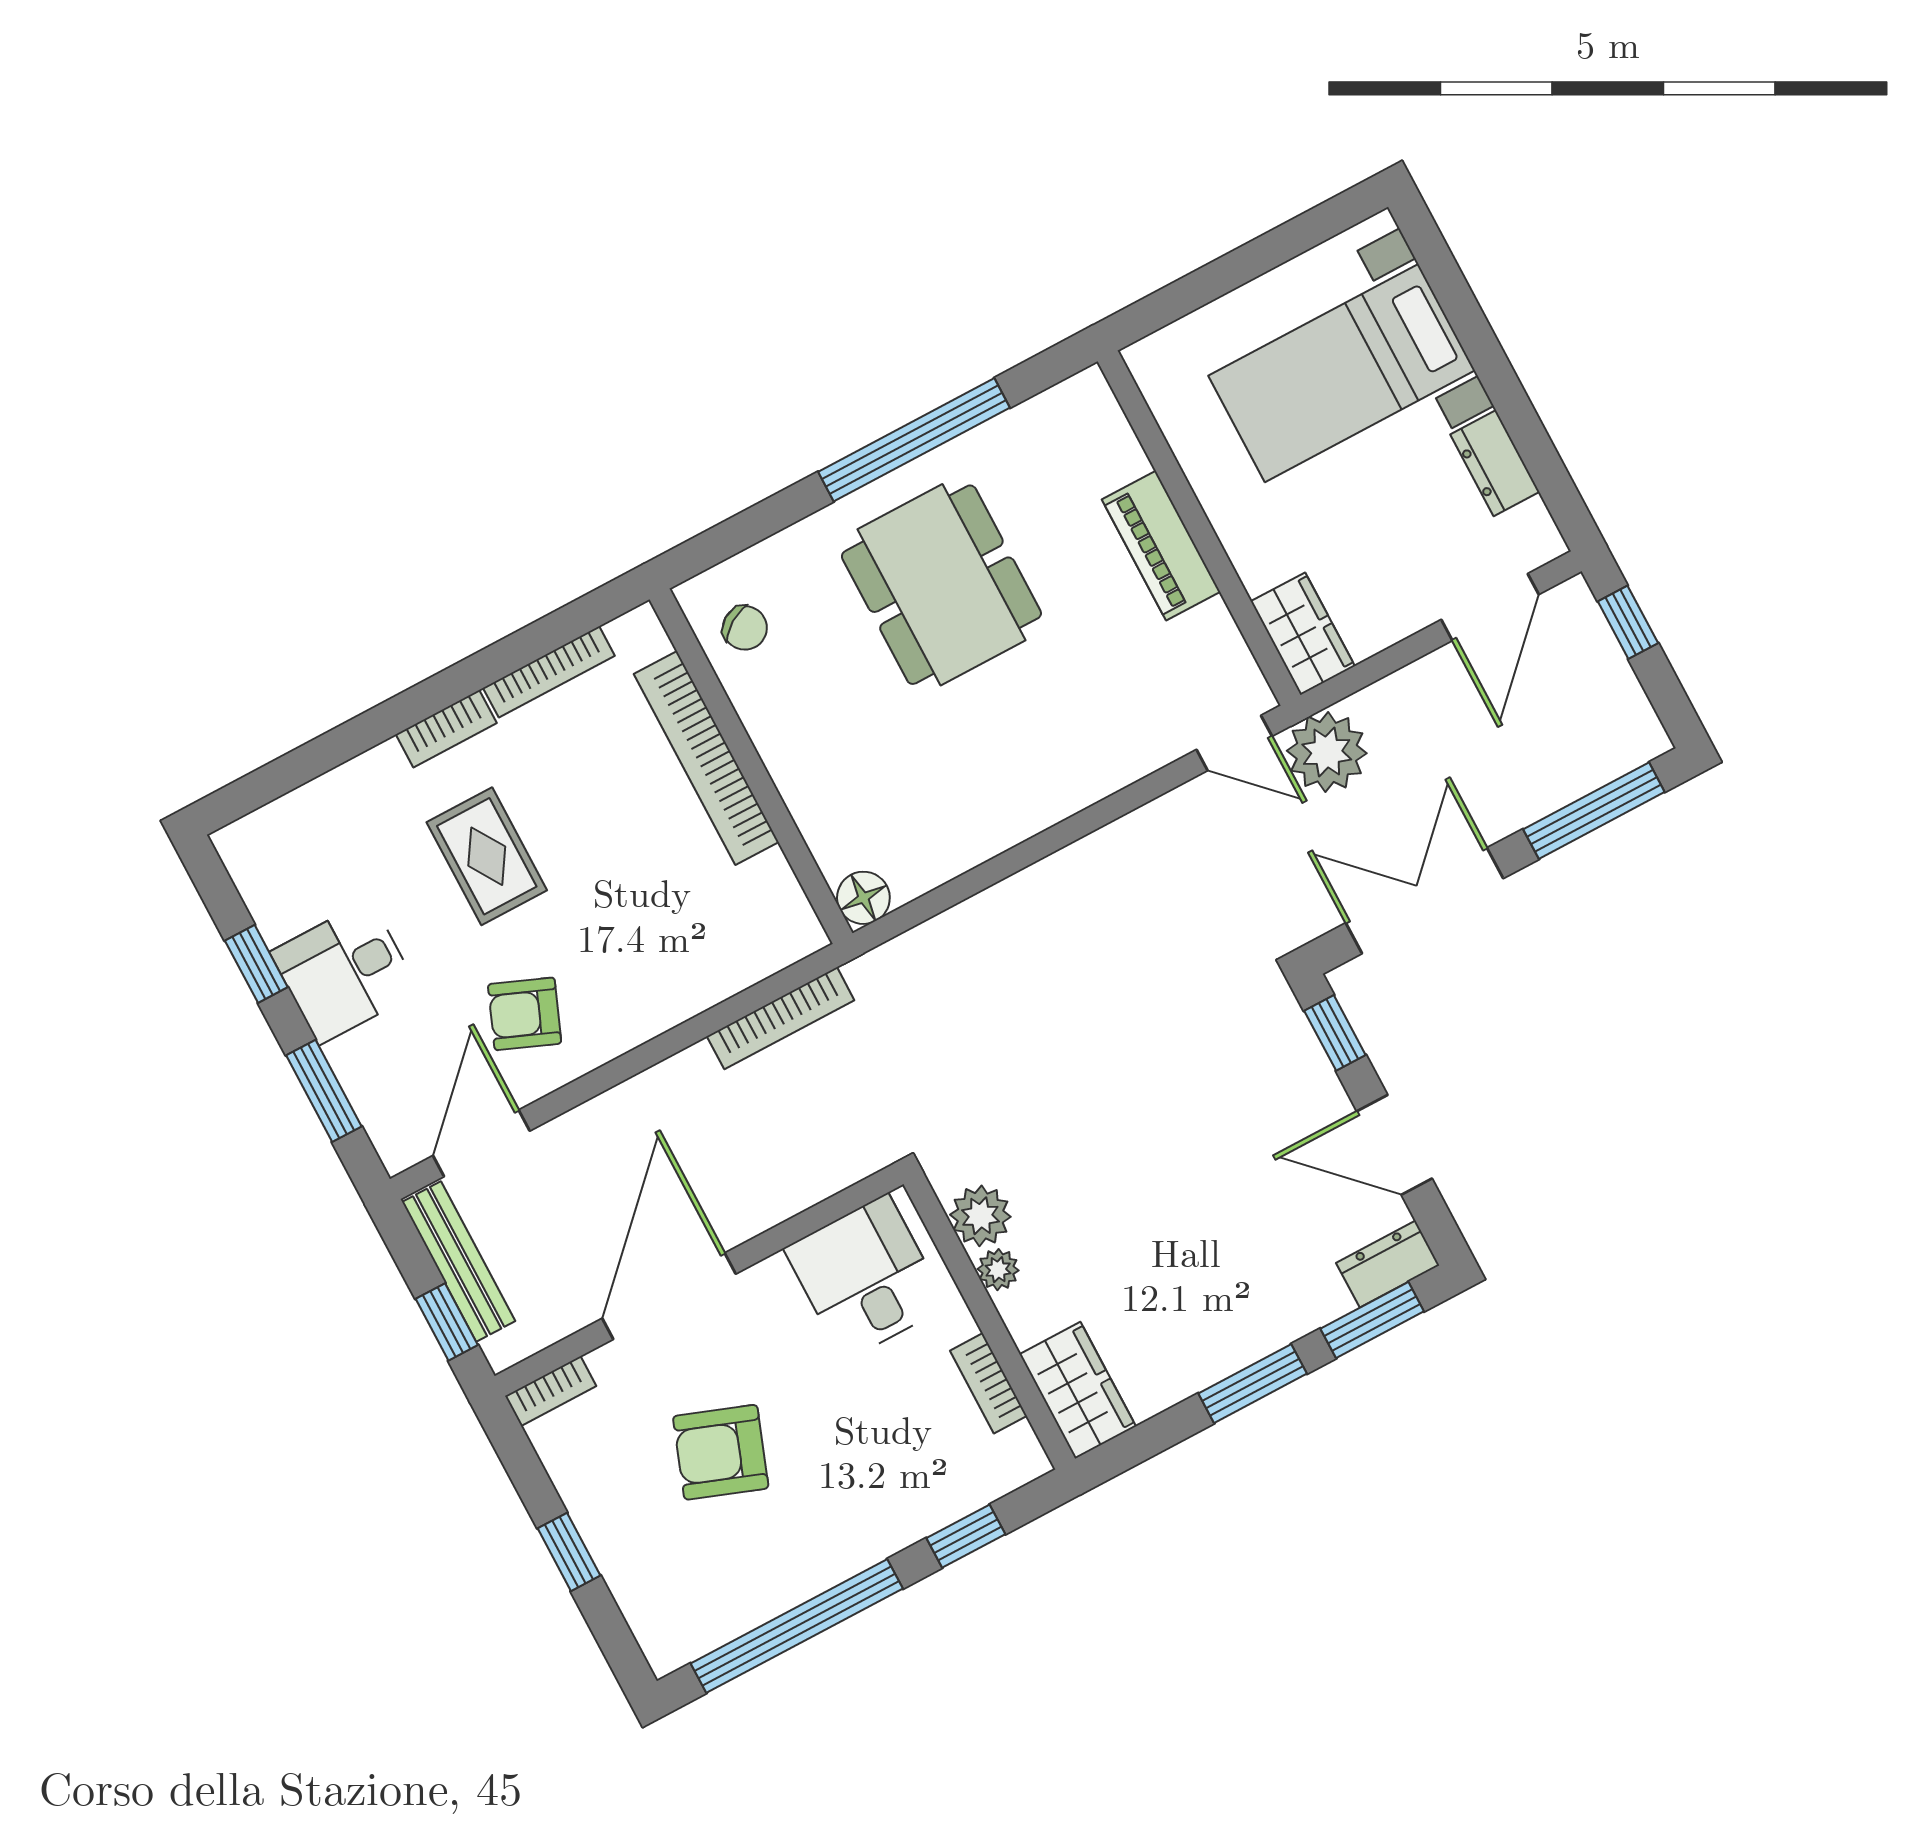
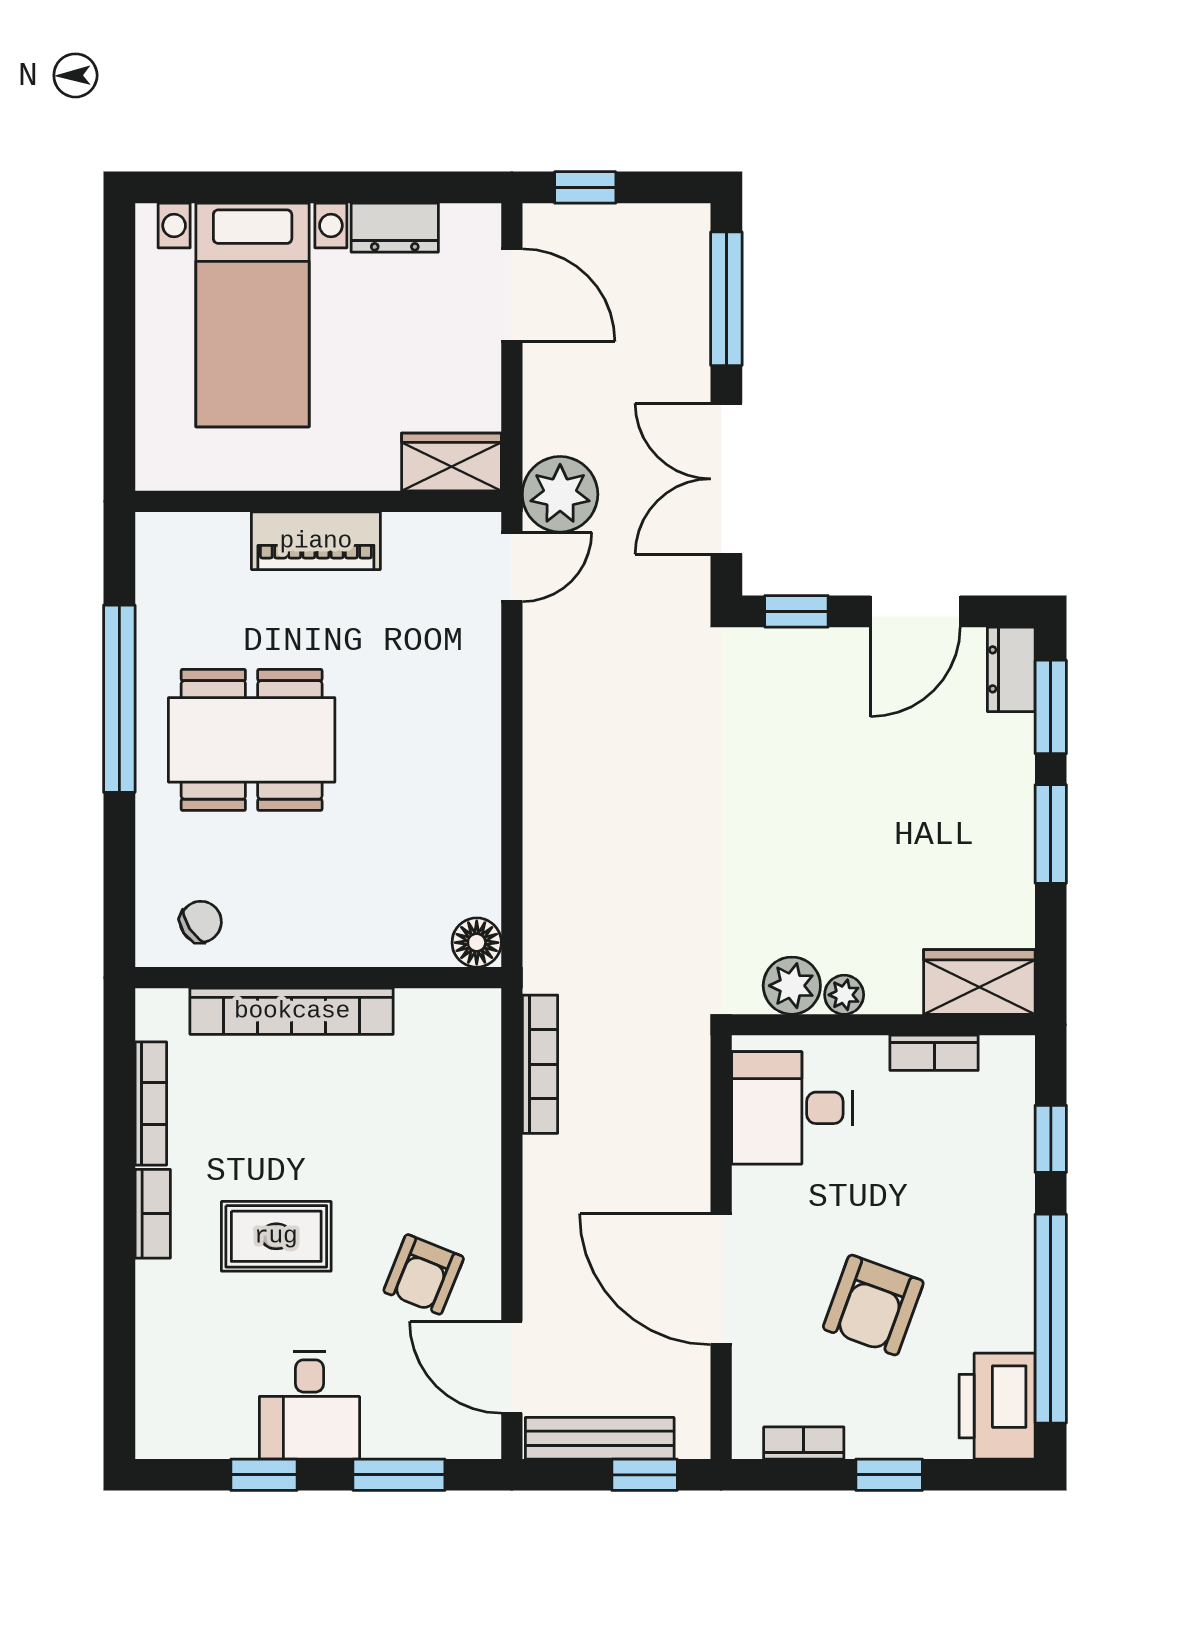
bookcase: (551, 1391) -> (804, 1443), moved, turned -90
printer: (688, 1619) -> (997, 1406), added

